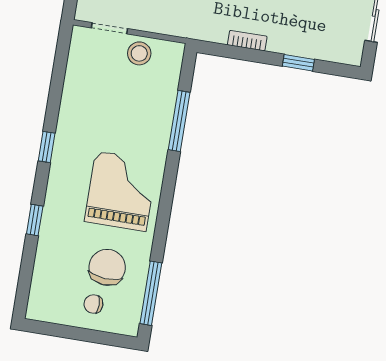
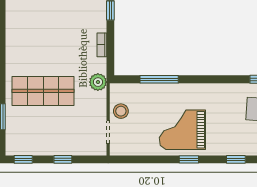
plant: (190, 25) -> (98, 82), added
grand piano: (121, 191) -> (182, 130), moved

